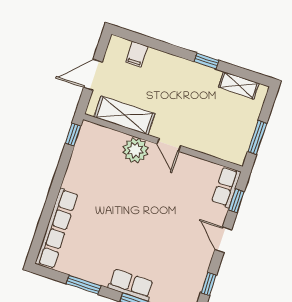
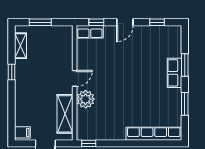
filing cabinet: (137, 54) -> (22, 132), moved
window: (257, 137) -> (40, 22), moved

